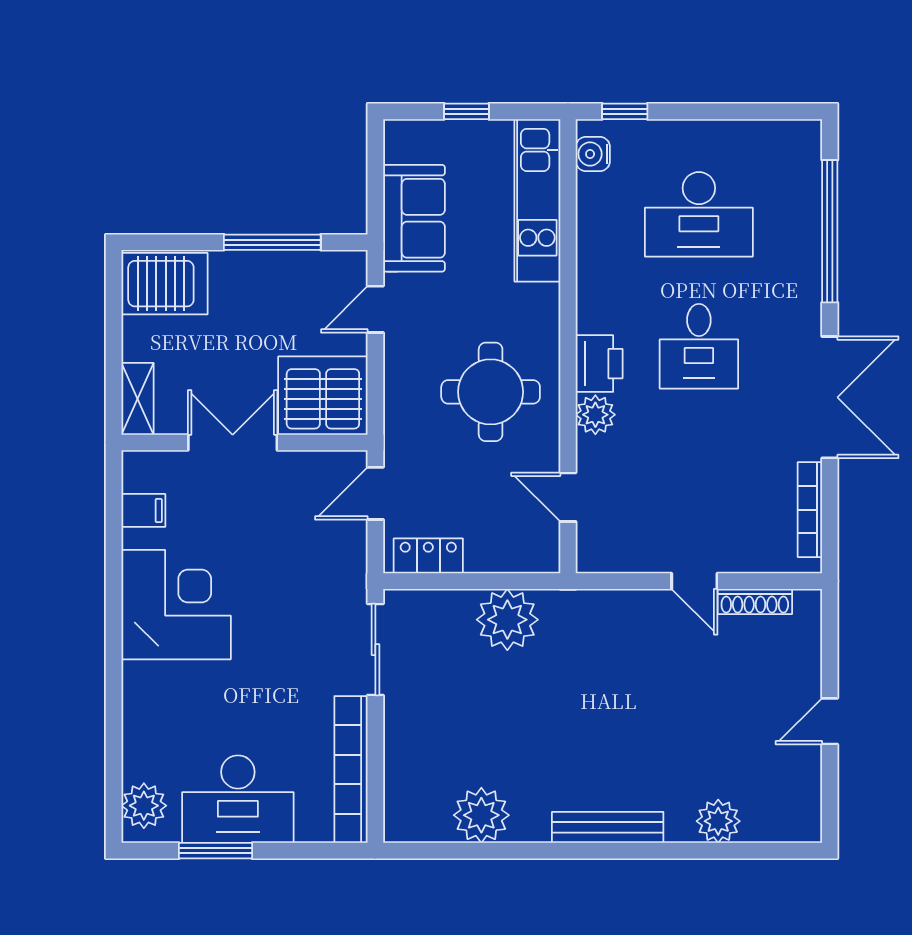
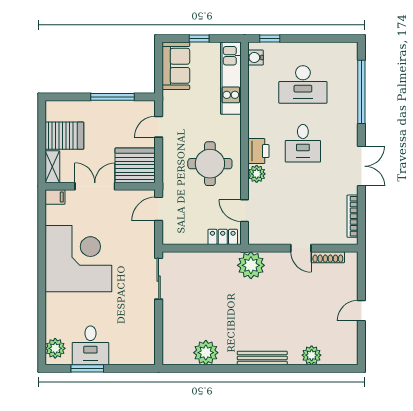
sofa: (414, 218) -> (176, 66), moved
server rack: (164, 284) -> (64, 136), moved
double door: (830, 397) -> (361, 166), width x0.73
filing cabinet: (143, 510) -> (55, 197), moved
locker: (428, 556) -> (223, 237), moved
corner desk: (176, 605) -> (78, 259), width x1.36, depth x1.36
plant: (507, 620) -> (251, 265), moved
bookcase: (351, 769) -> (148, 332), removed
desk: (238, 799) -> (90, 345), width x0.73

